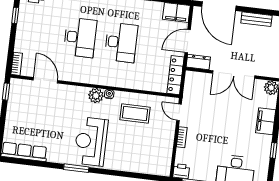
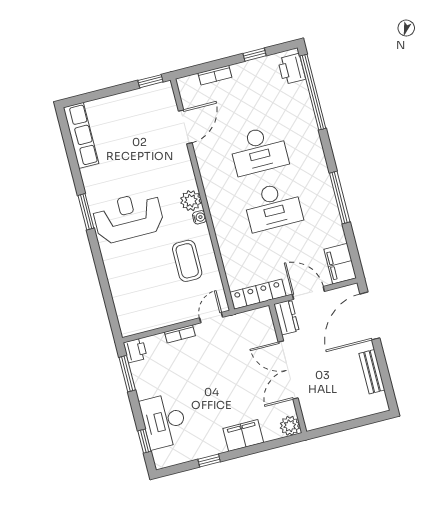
bookcase: (17, 64) -> (215, 75), moved

